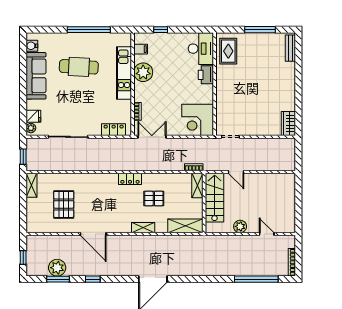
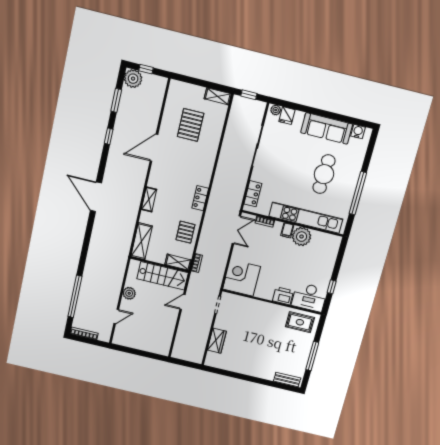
window: (161, 30) -> (332, 287), moved
filing cabinet: (141, 49) -> (287, 230), moved
kitchen unit: (124, 73) -> (306, 218), width x1.36
wardrobe: (288, 124) -> (217, 341), moved, turned 90
pallet: (154, 198) -> (185, 232), moved
pallet: (64, 204) -> (191, 125), turned 90
plant: (57, 268) -> (133, 79), moved

